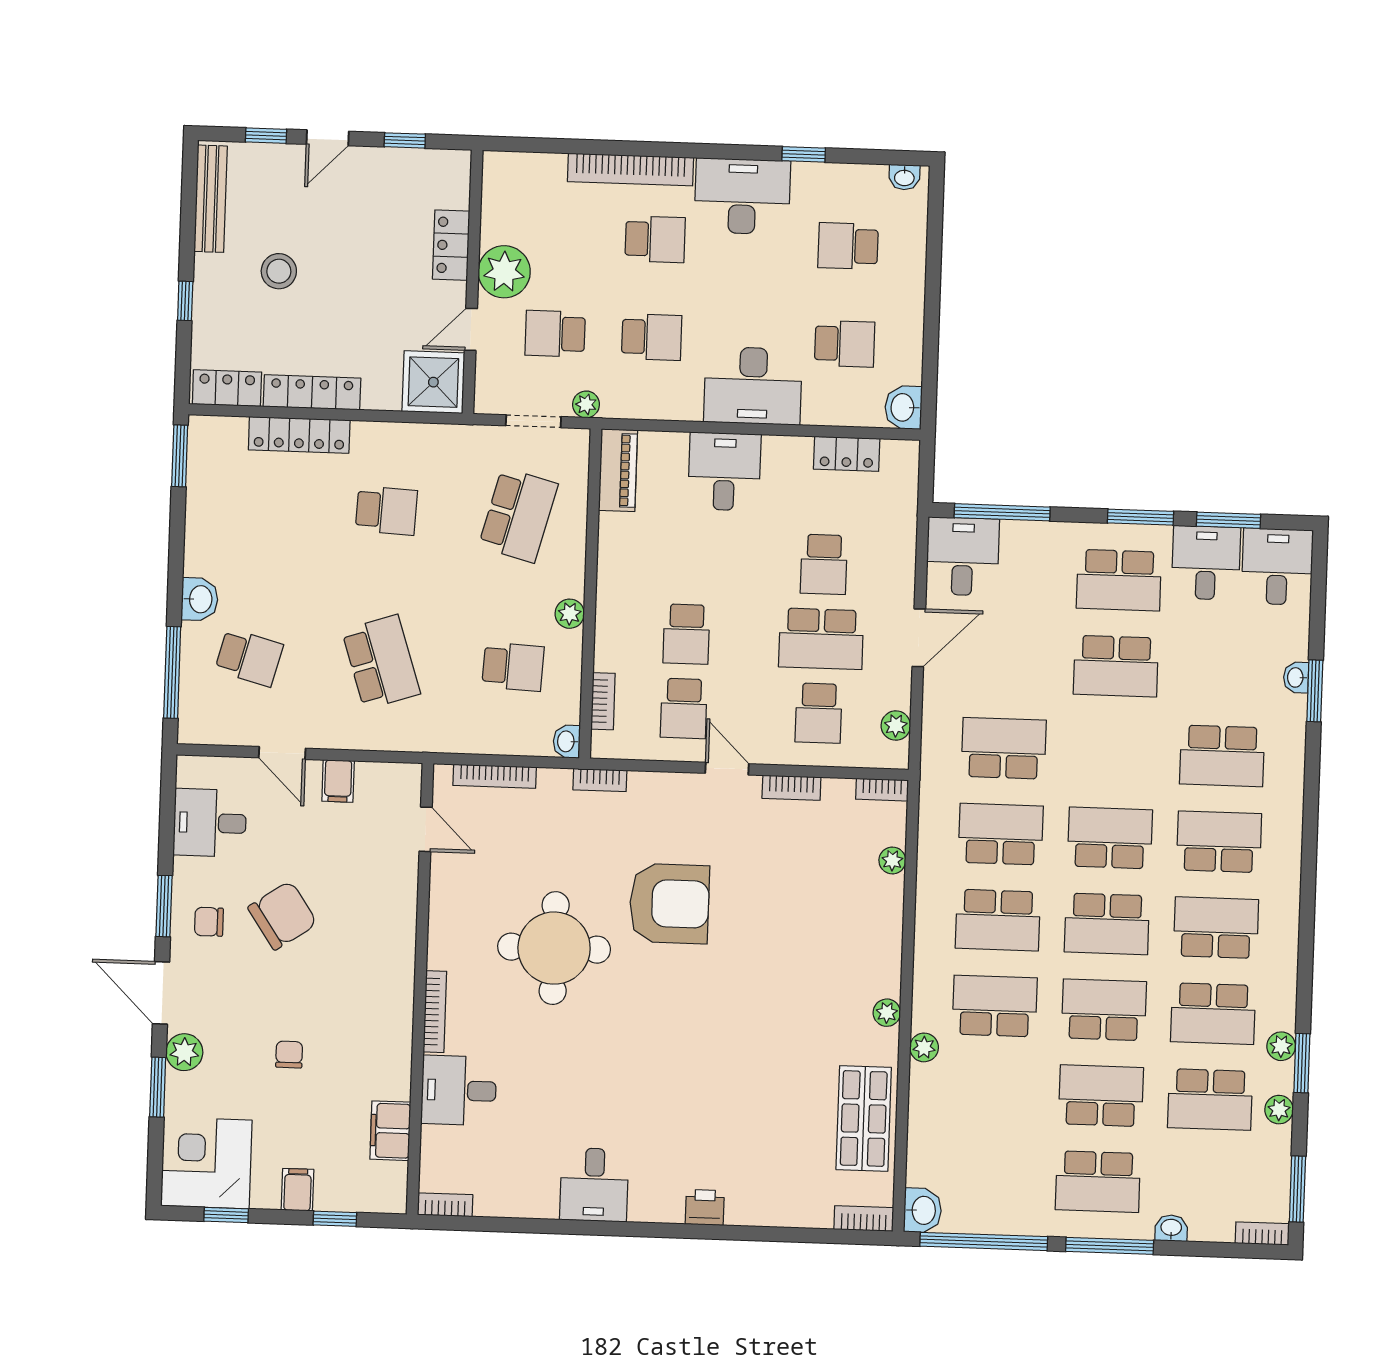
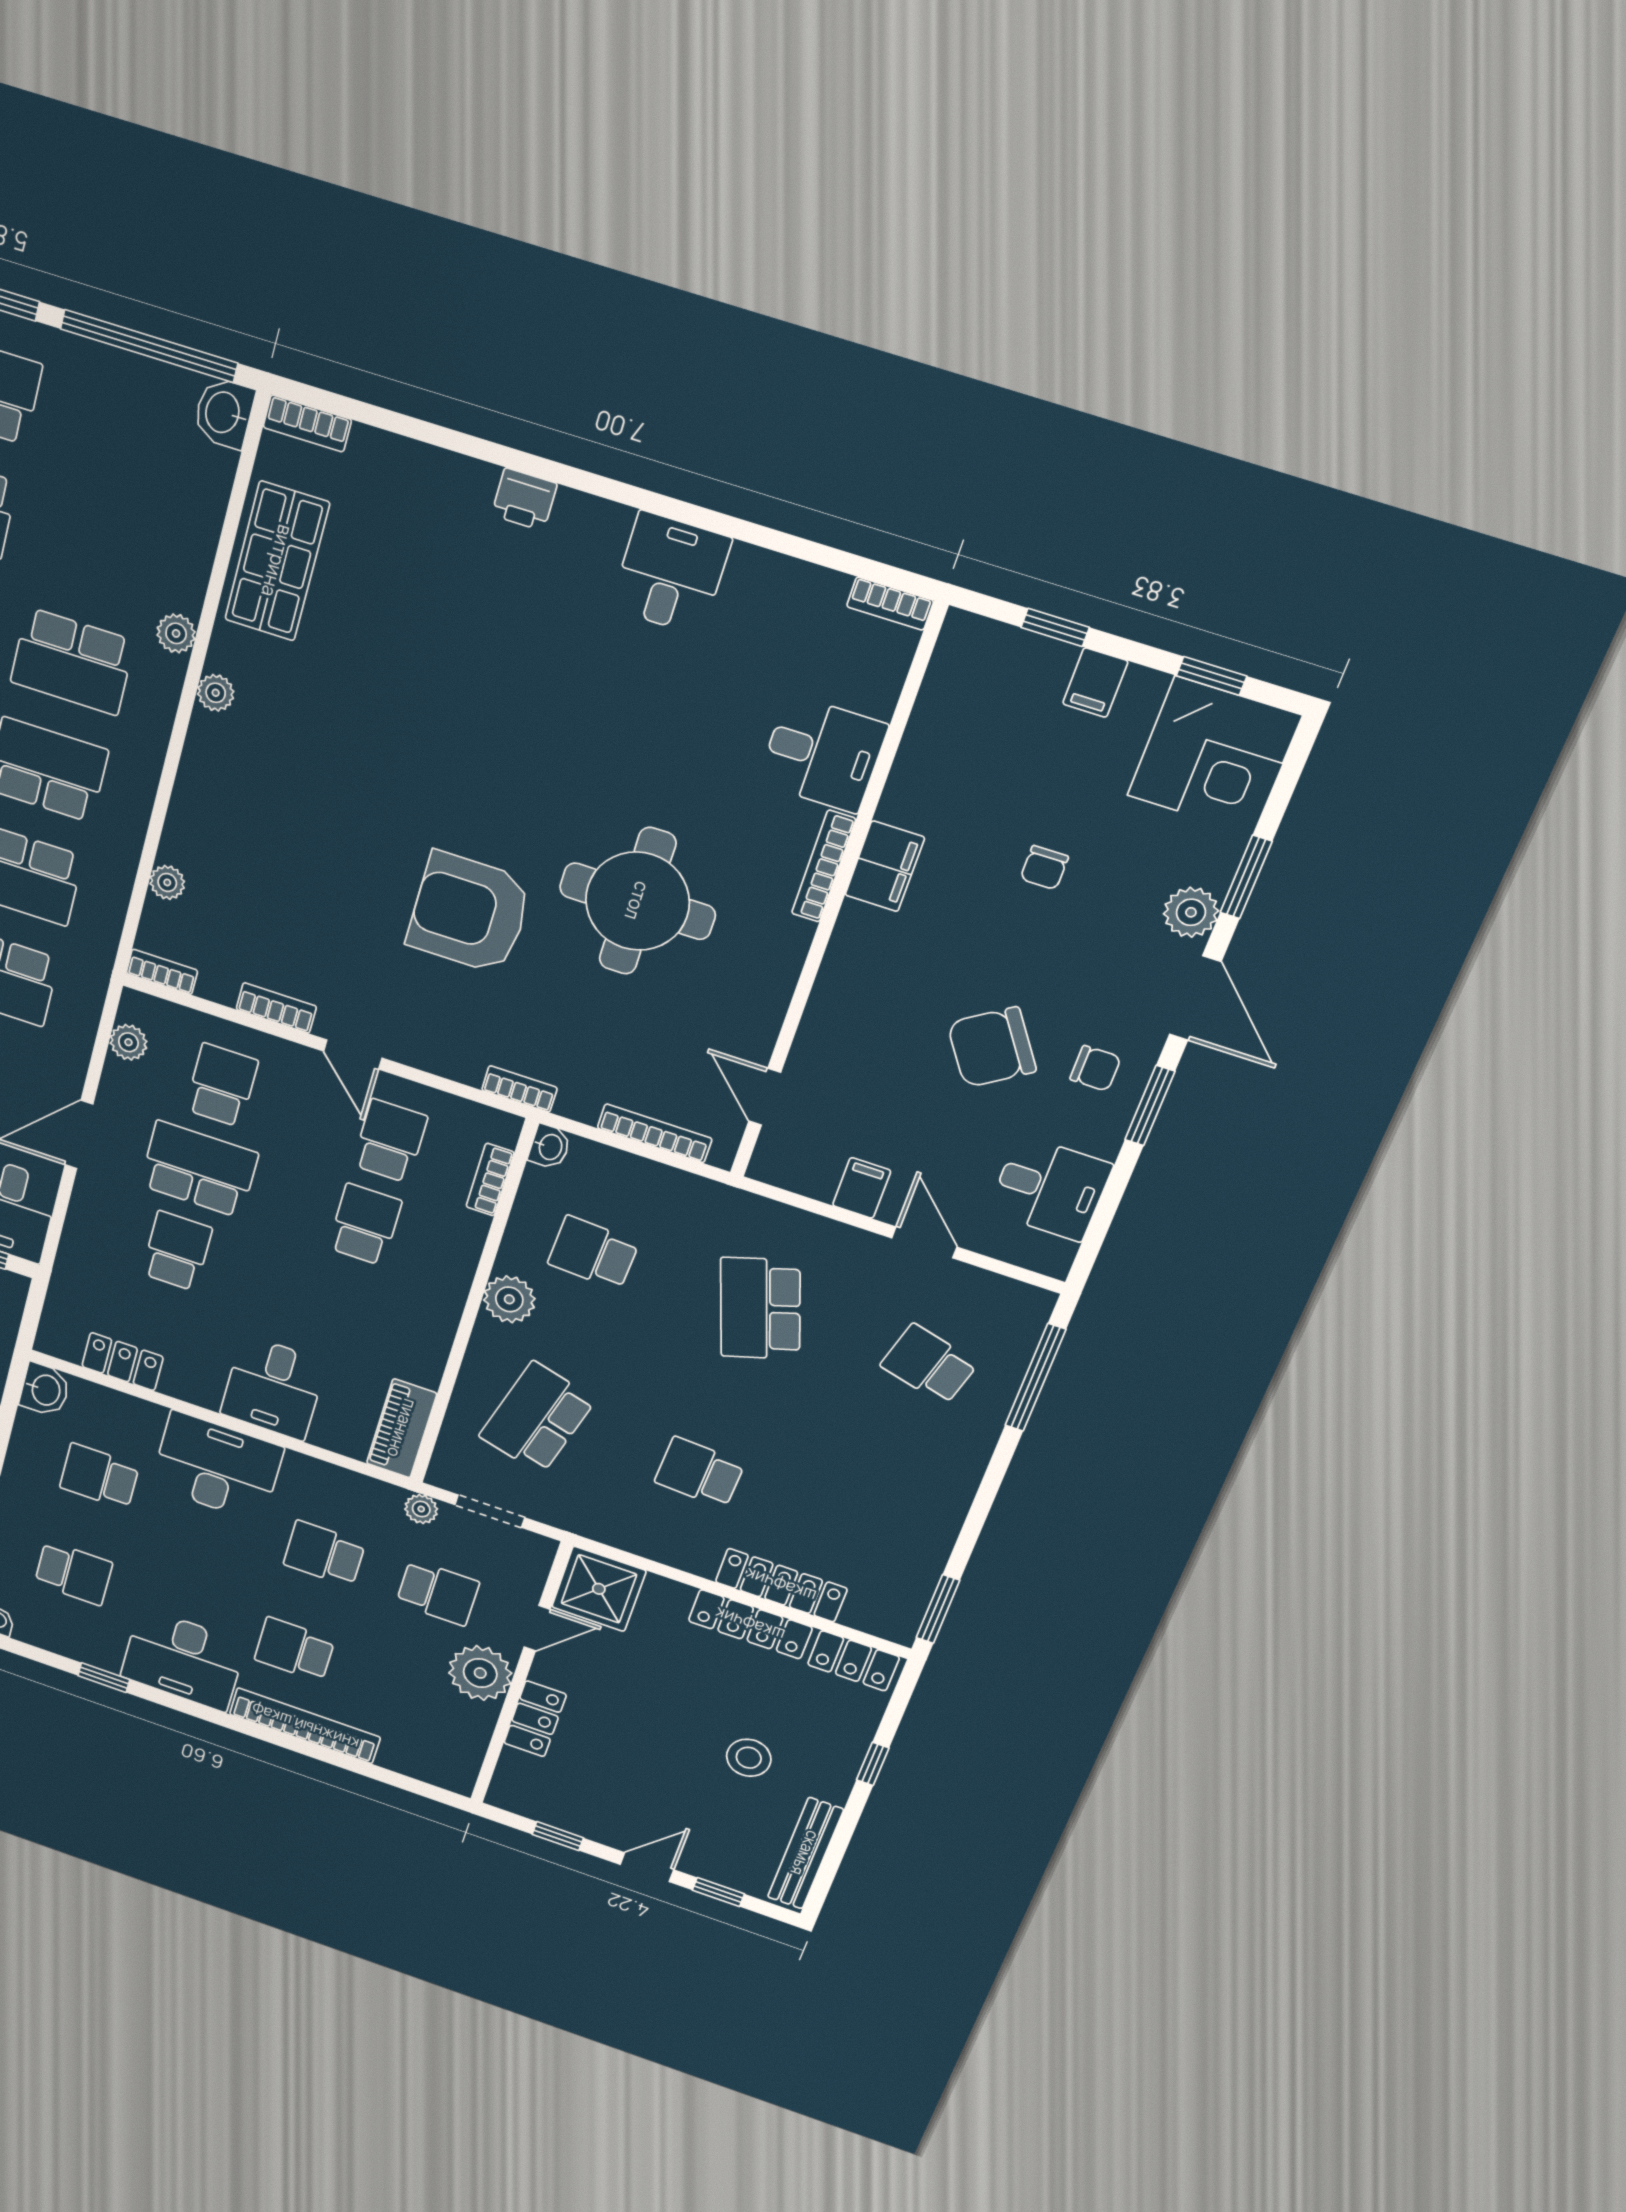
washbasin: (200, 599) -> (969, 1448), removed
plant: (570, 614) -> (509, 1299), width x1.38, depth x1.38
filing cabinet: (390, 1131) -> (885, 866), moved

